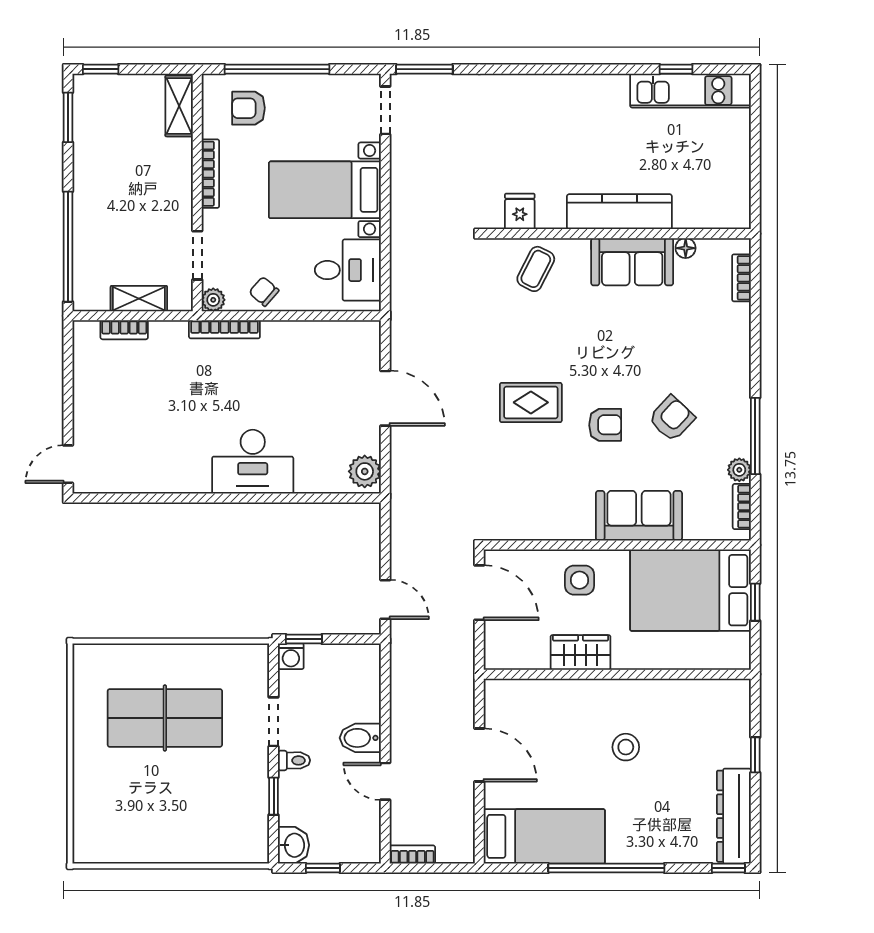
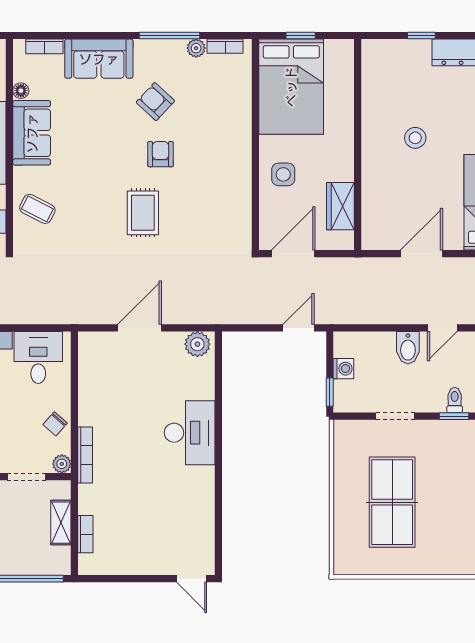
sofa: (639, 516) -> (99, 59), moved, turned -90
wardrobe: (581, 652) -> (340, 206), moved
washing machine: (291, 656) -> (343, 369), moved
toilet: (294, 760) -> (455, 400), moved

